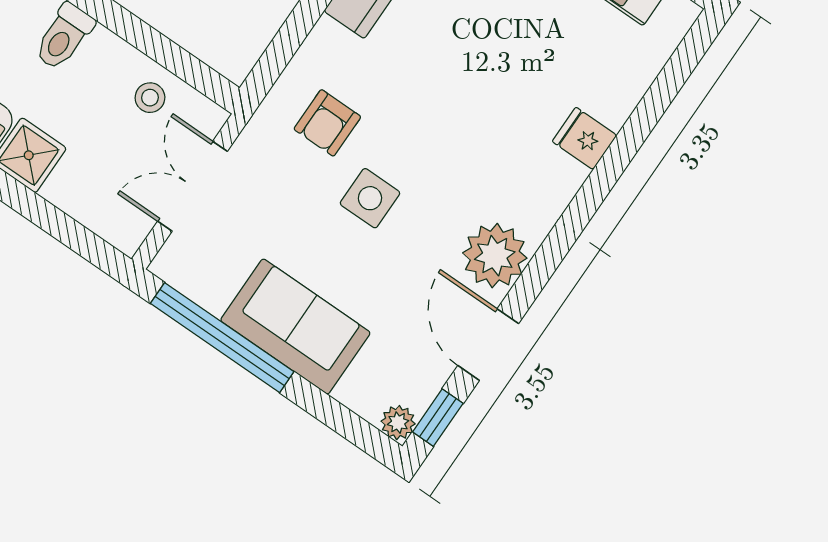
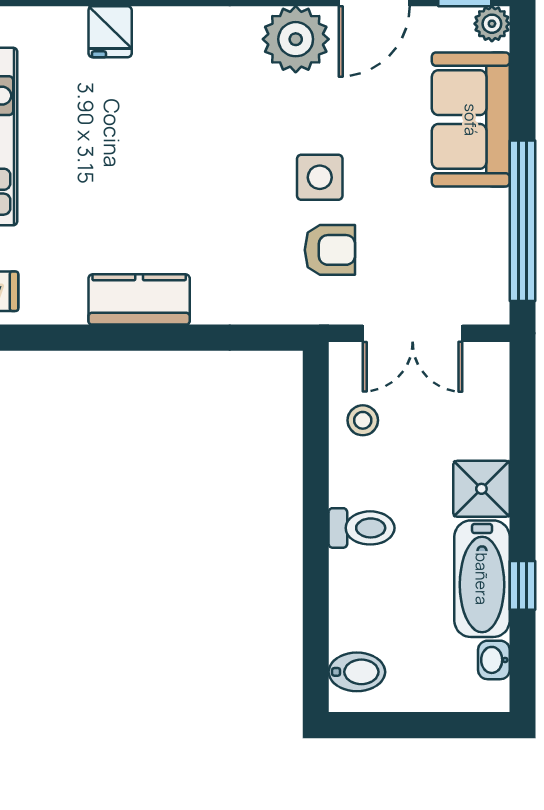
armchair: (327, 123) -> (330, 250), moved
fridge: (585, 138) -> (110, 32), moved
sofa: (295, 326) -> (471, 120), moved

